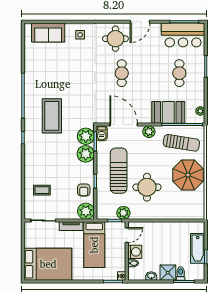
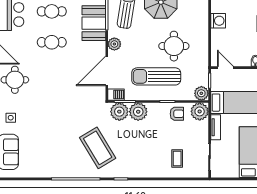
cafe table: (122, 73) -> (52, 42), moved
coffee table: (52, 116) -> (98, 148), turned 59
plant: (123, 213) -> (201, 93), moved
washing machine: (135, 252) -> (218, 21), moved, turned 90

